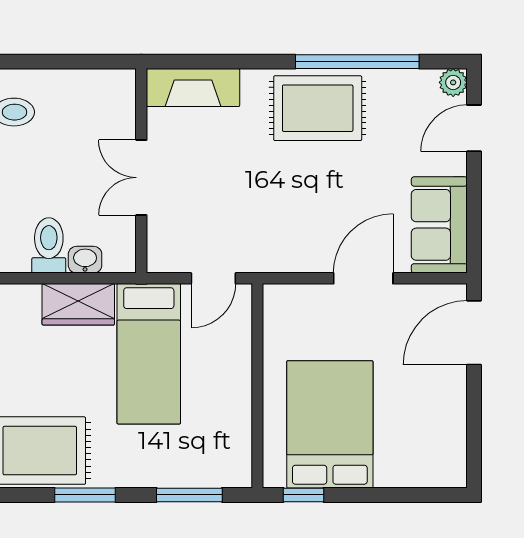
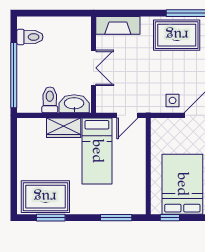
double door: (141, 178) -> (93, 68), swing flipped
side table: (309, 247) -> (173, 100), added
washbasin: (85, 260) -> (74, 104), width x1.91, depth x1.45
window: (85, 495) -> (51, 218), moved

